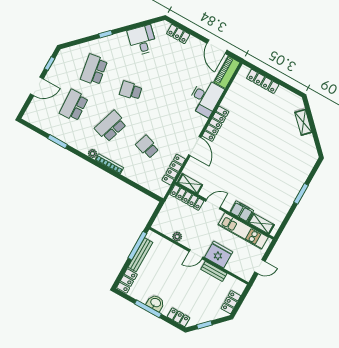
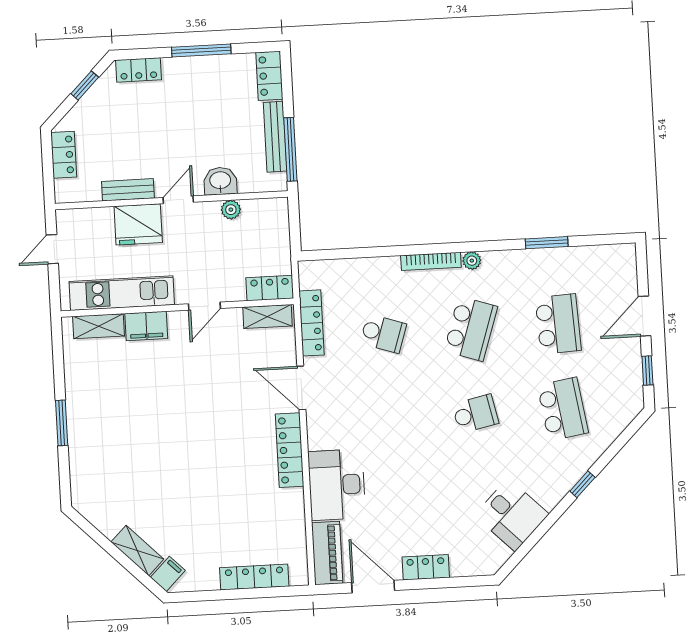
locker: (178, 34) -> (426, 567), moved
filing cabinet: (297, 105) -> (168, 574), added
locker: (187, 198) -> (270, 288), width x0.66
washbasin: (155, 303) -> (220, 181), moved, turned 180

